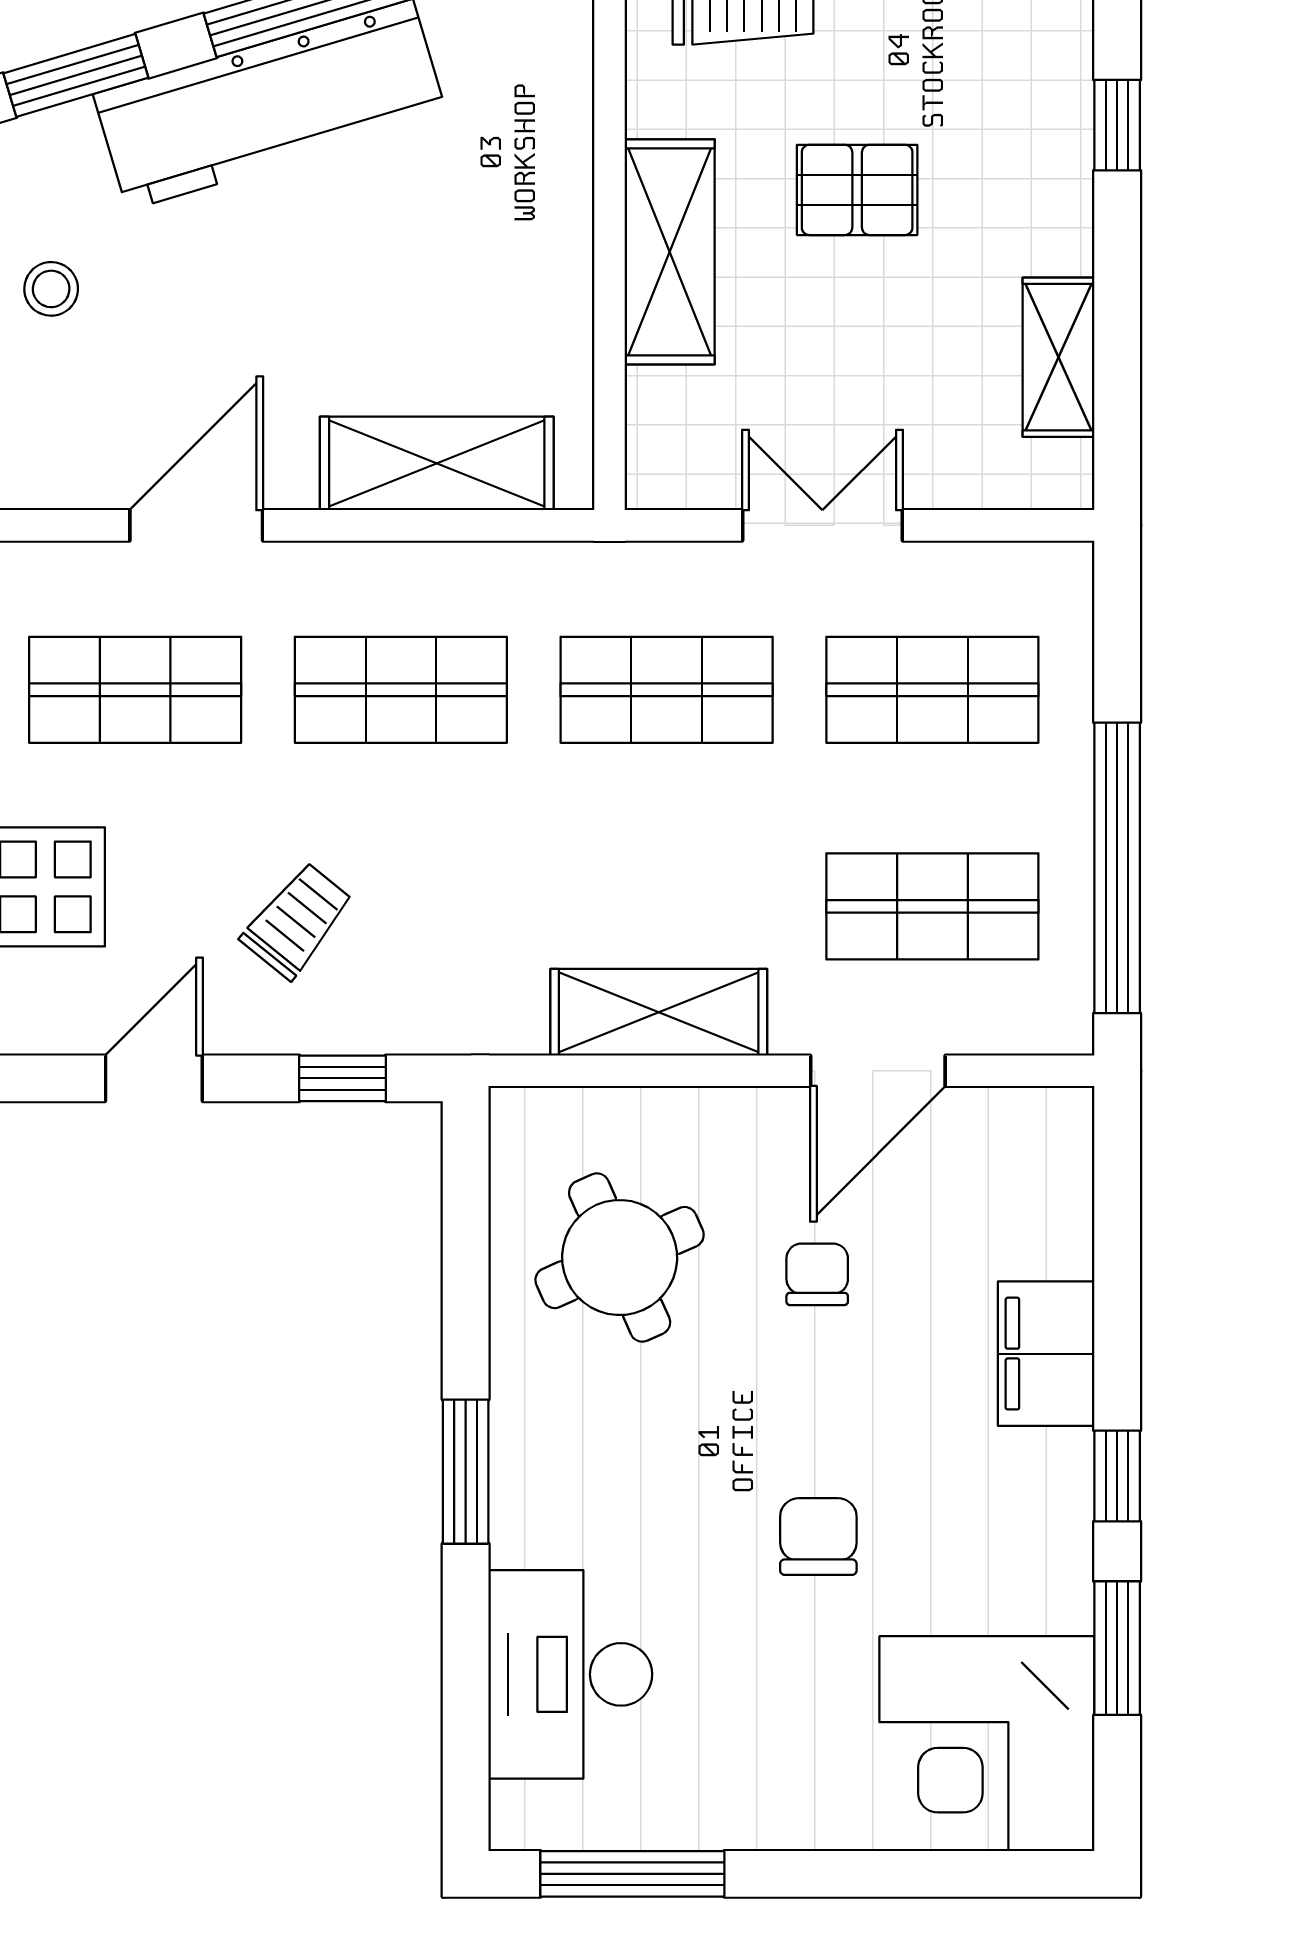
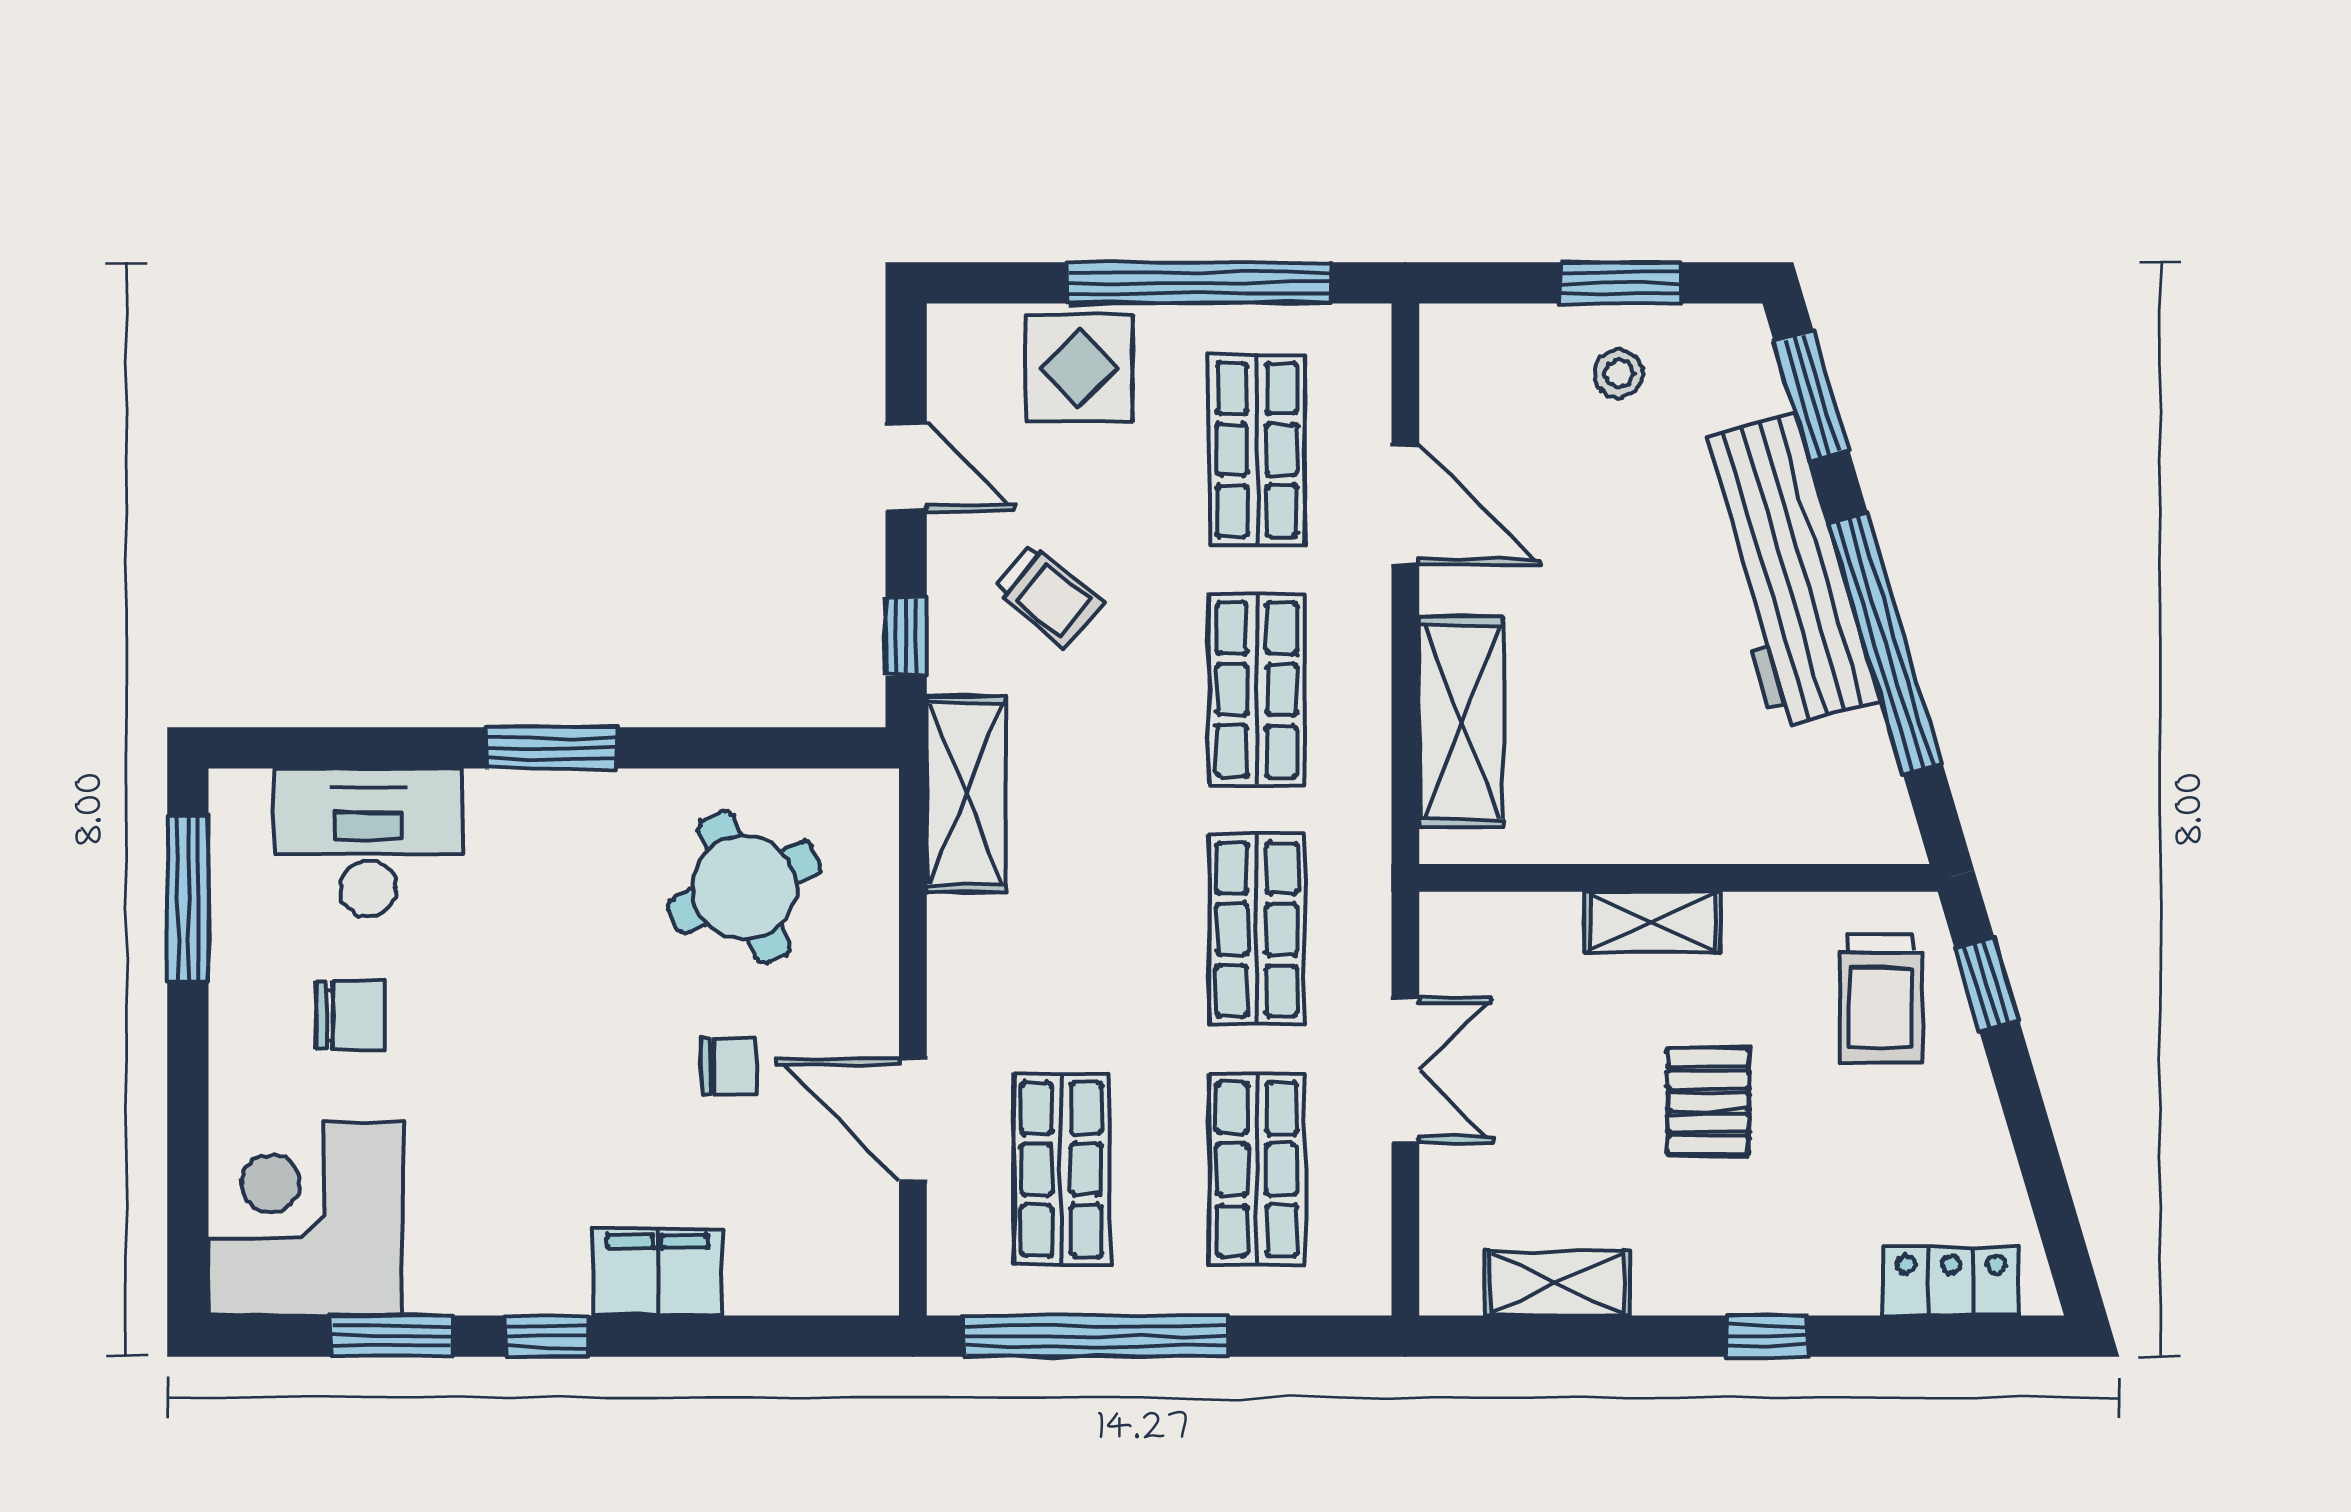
shelving: (670, 252) -> (1652, 922), width x0.67, depth x0.75
shelving: (659, 1012) -> (966, 794), moved
chair: (818, 1536) -> (350, 1015), moved

